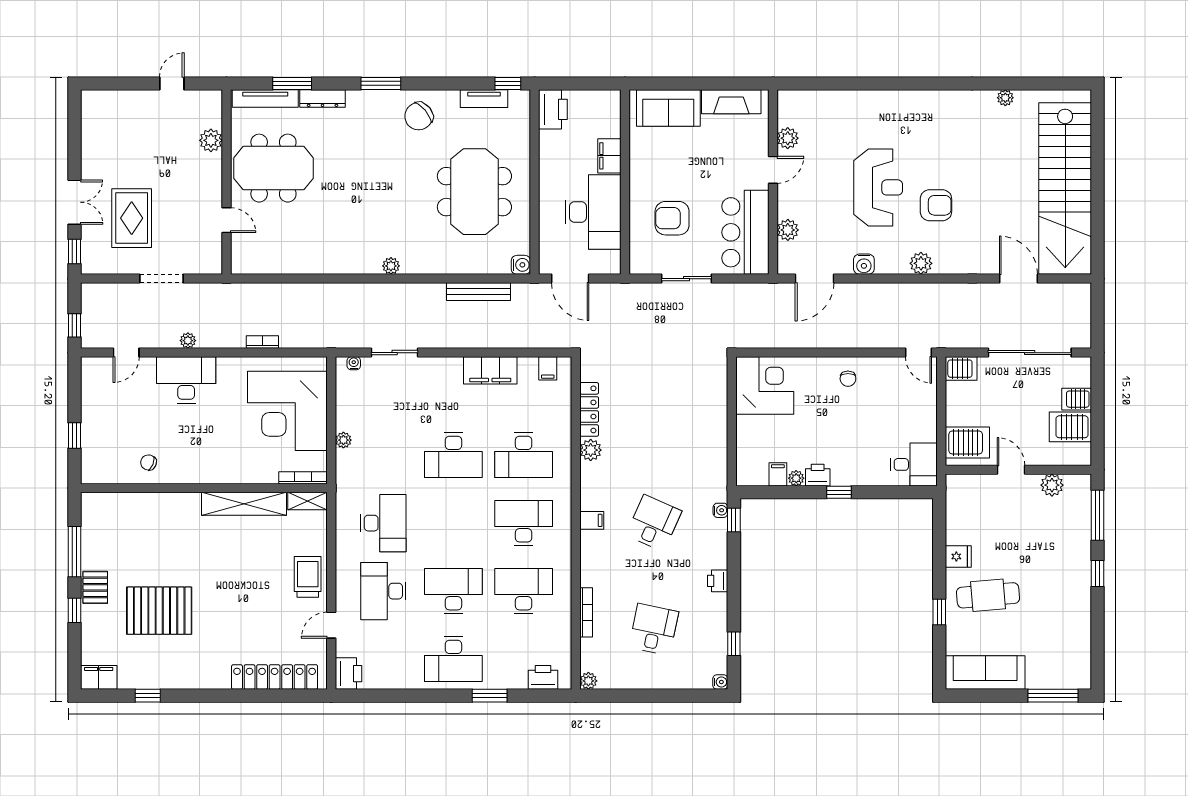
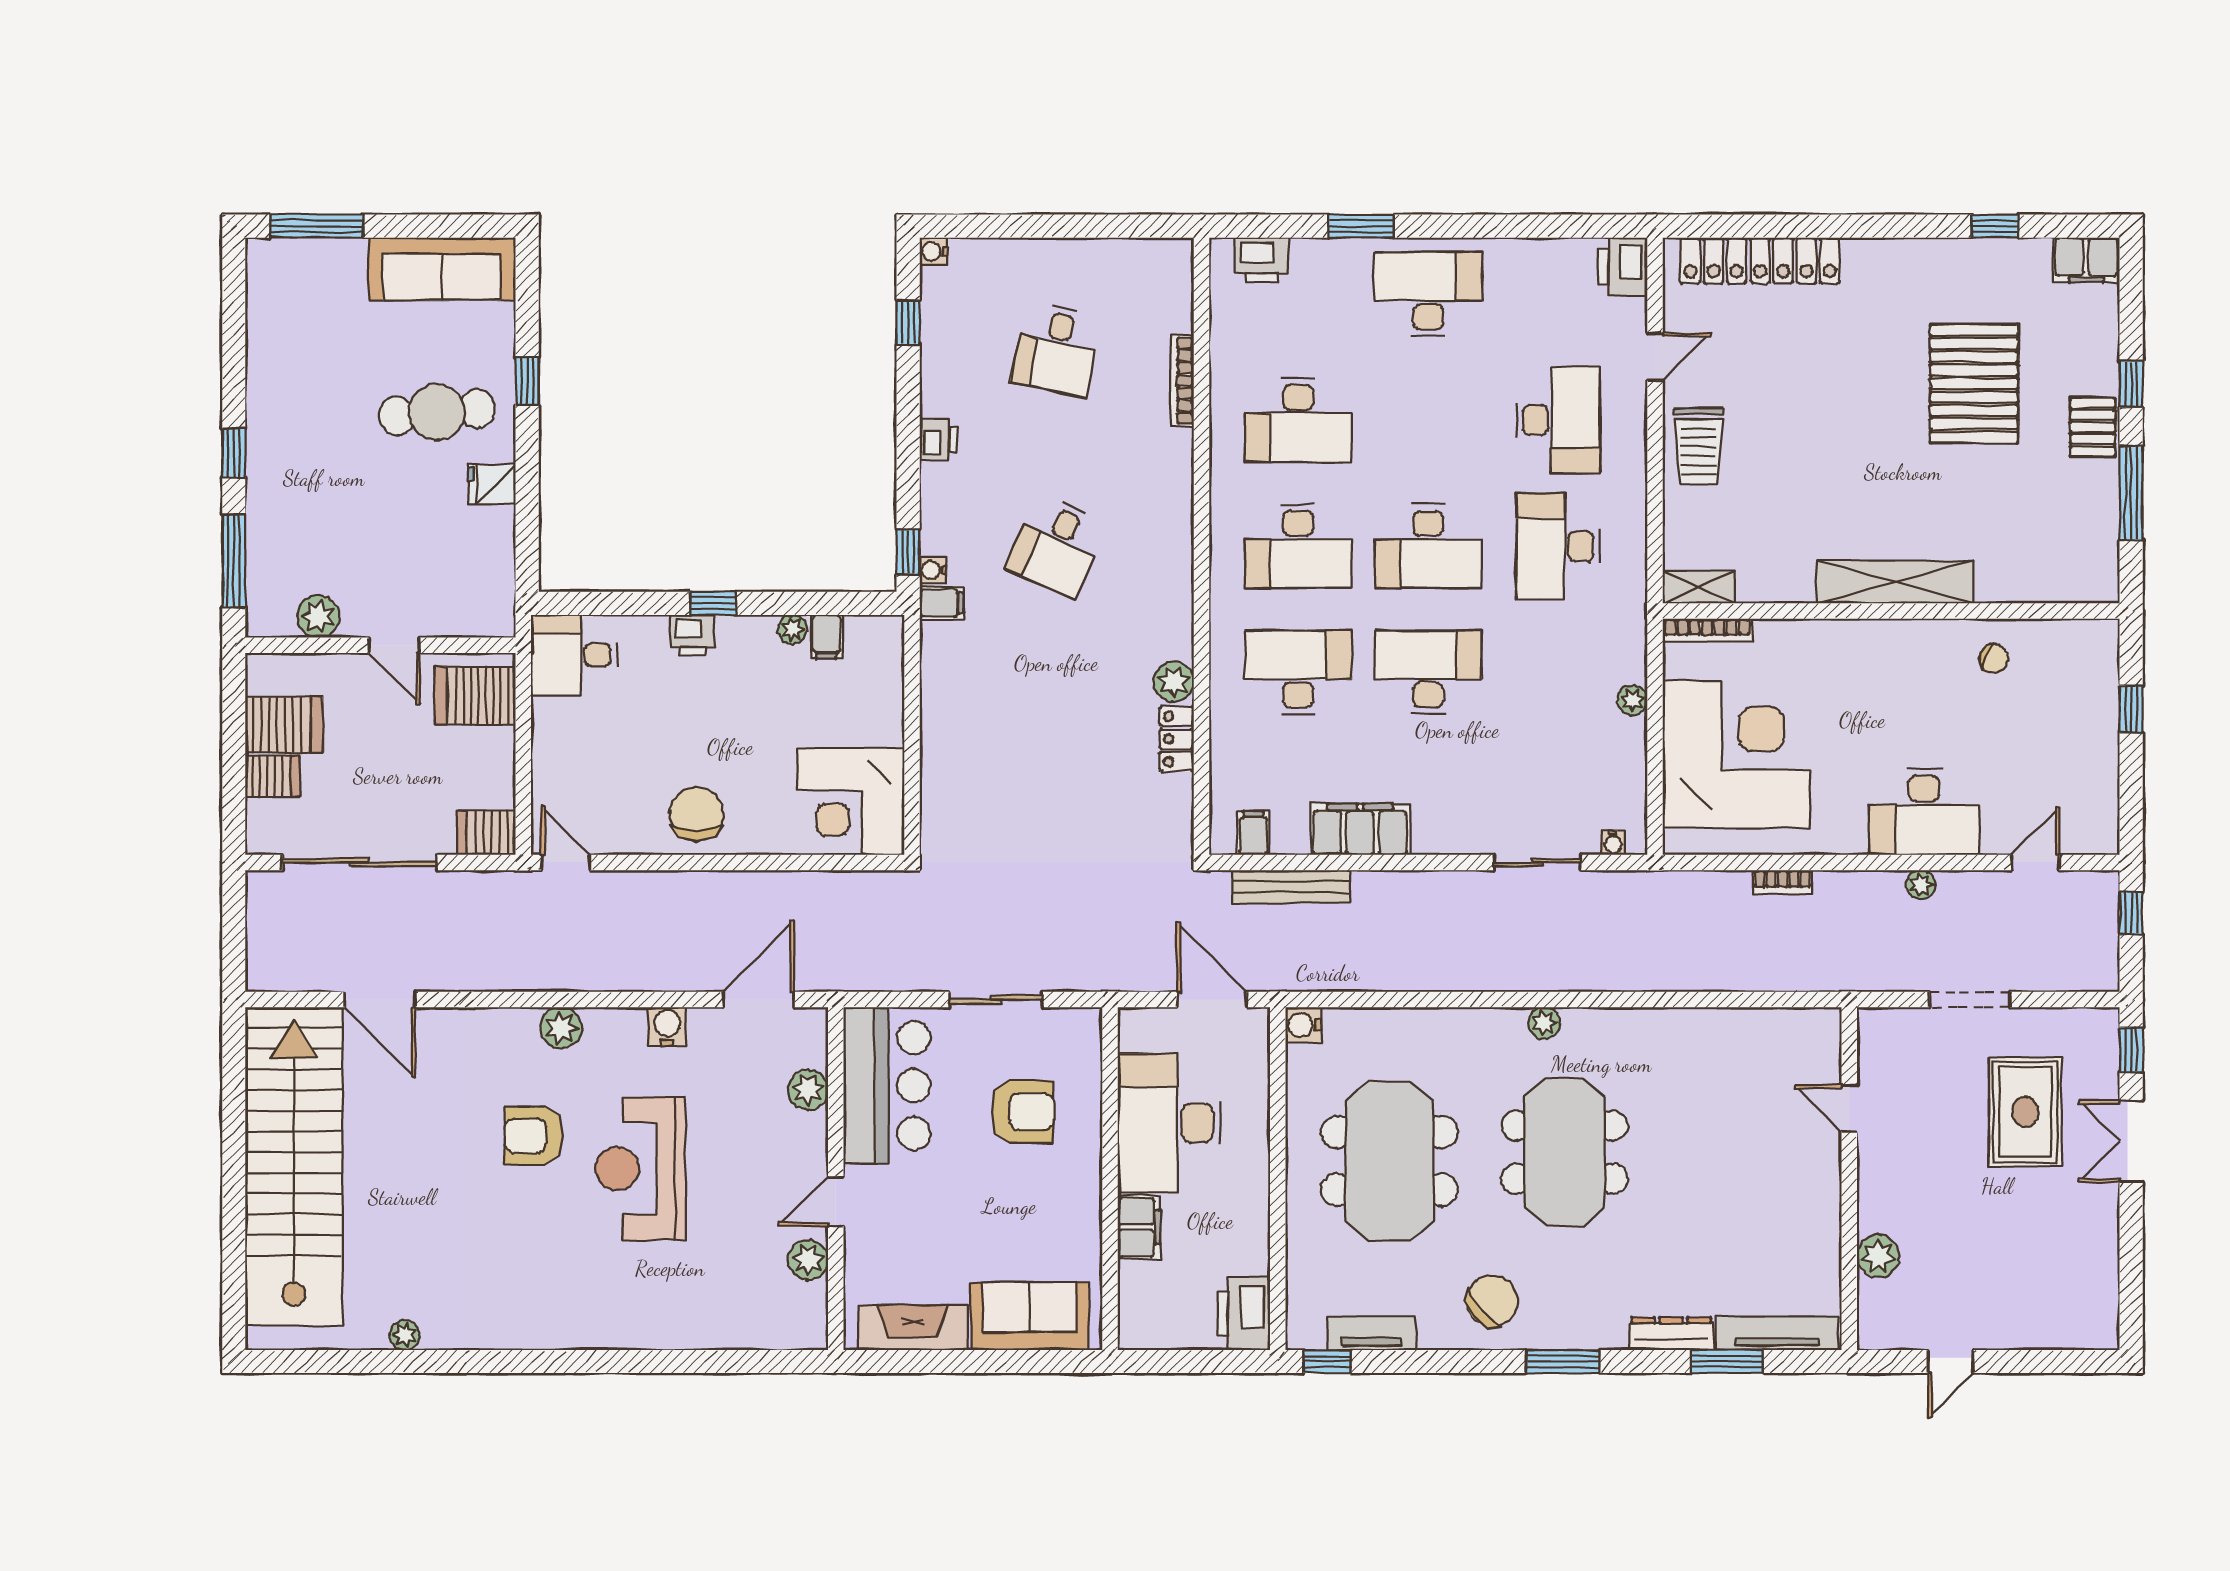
meeting table: (273, 168) -> (1565, 1152), moved, turned 90
bench: (479, 292) -> (1291, 887), moved
chair: (848, 379) -> (697, 814), width x1.87, depth x1.87
locker: (589, 409) -> (1177, 739), width x0.66
printer: (818, 475) -> (693, 635), moved
shelving: (244, 504) -> (1895, 582), moved
filing cabinet: (592, 520) -> (942, 603), moved, turned 180
desk: (453, 591) -> (1428, 546), moved
pallet: (159, 611) -> (1974, 384), turned 90
plant: (588, 681) -> (1178, 254), removed

